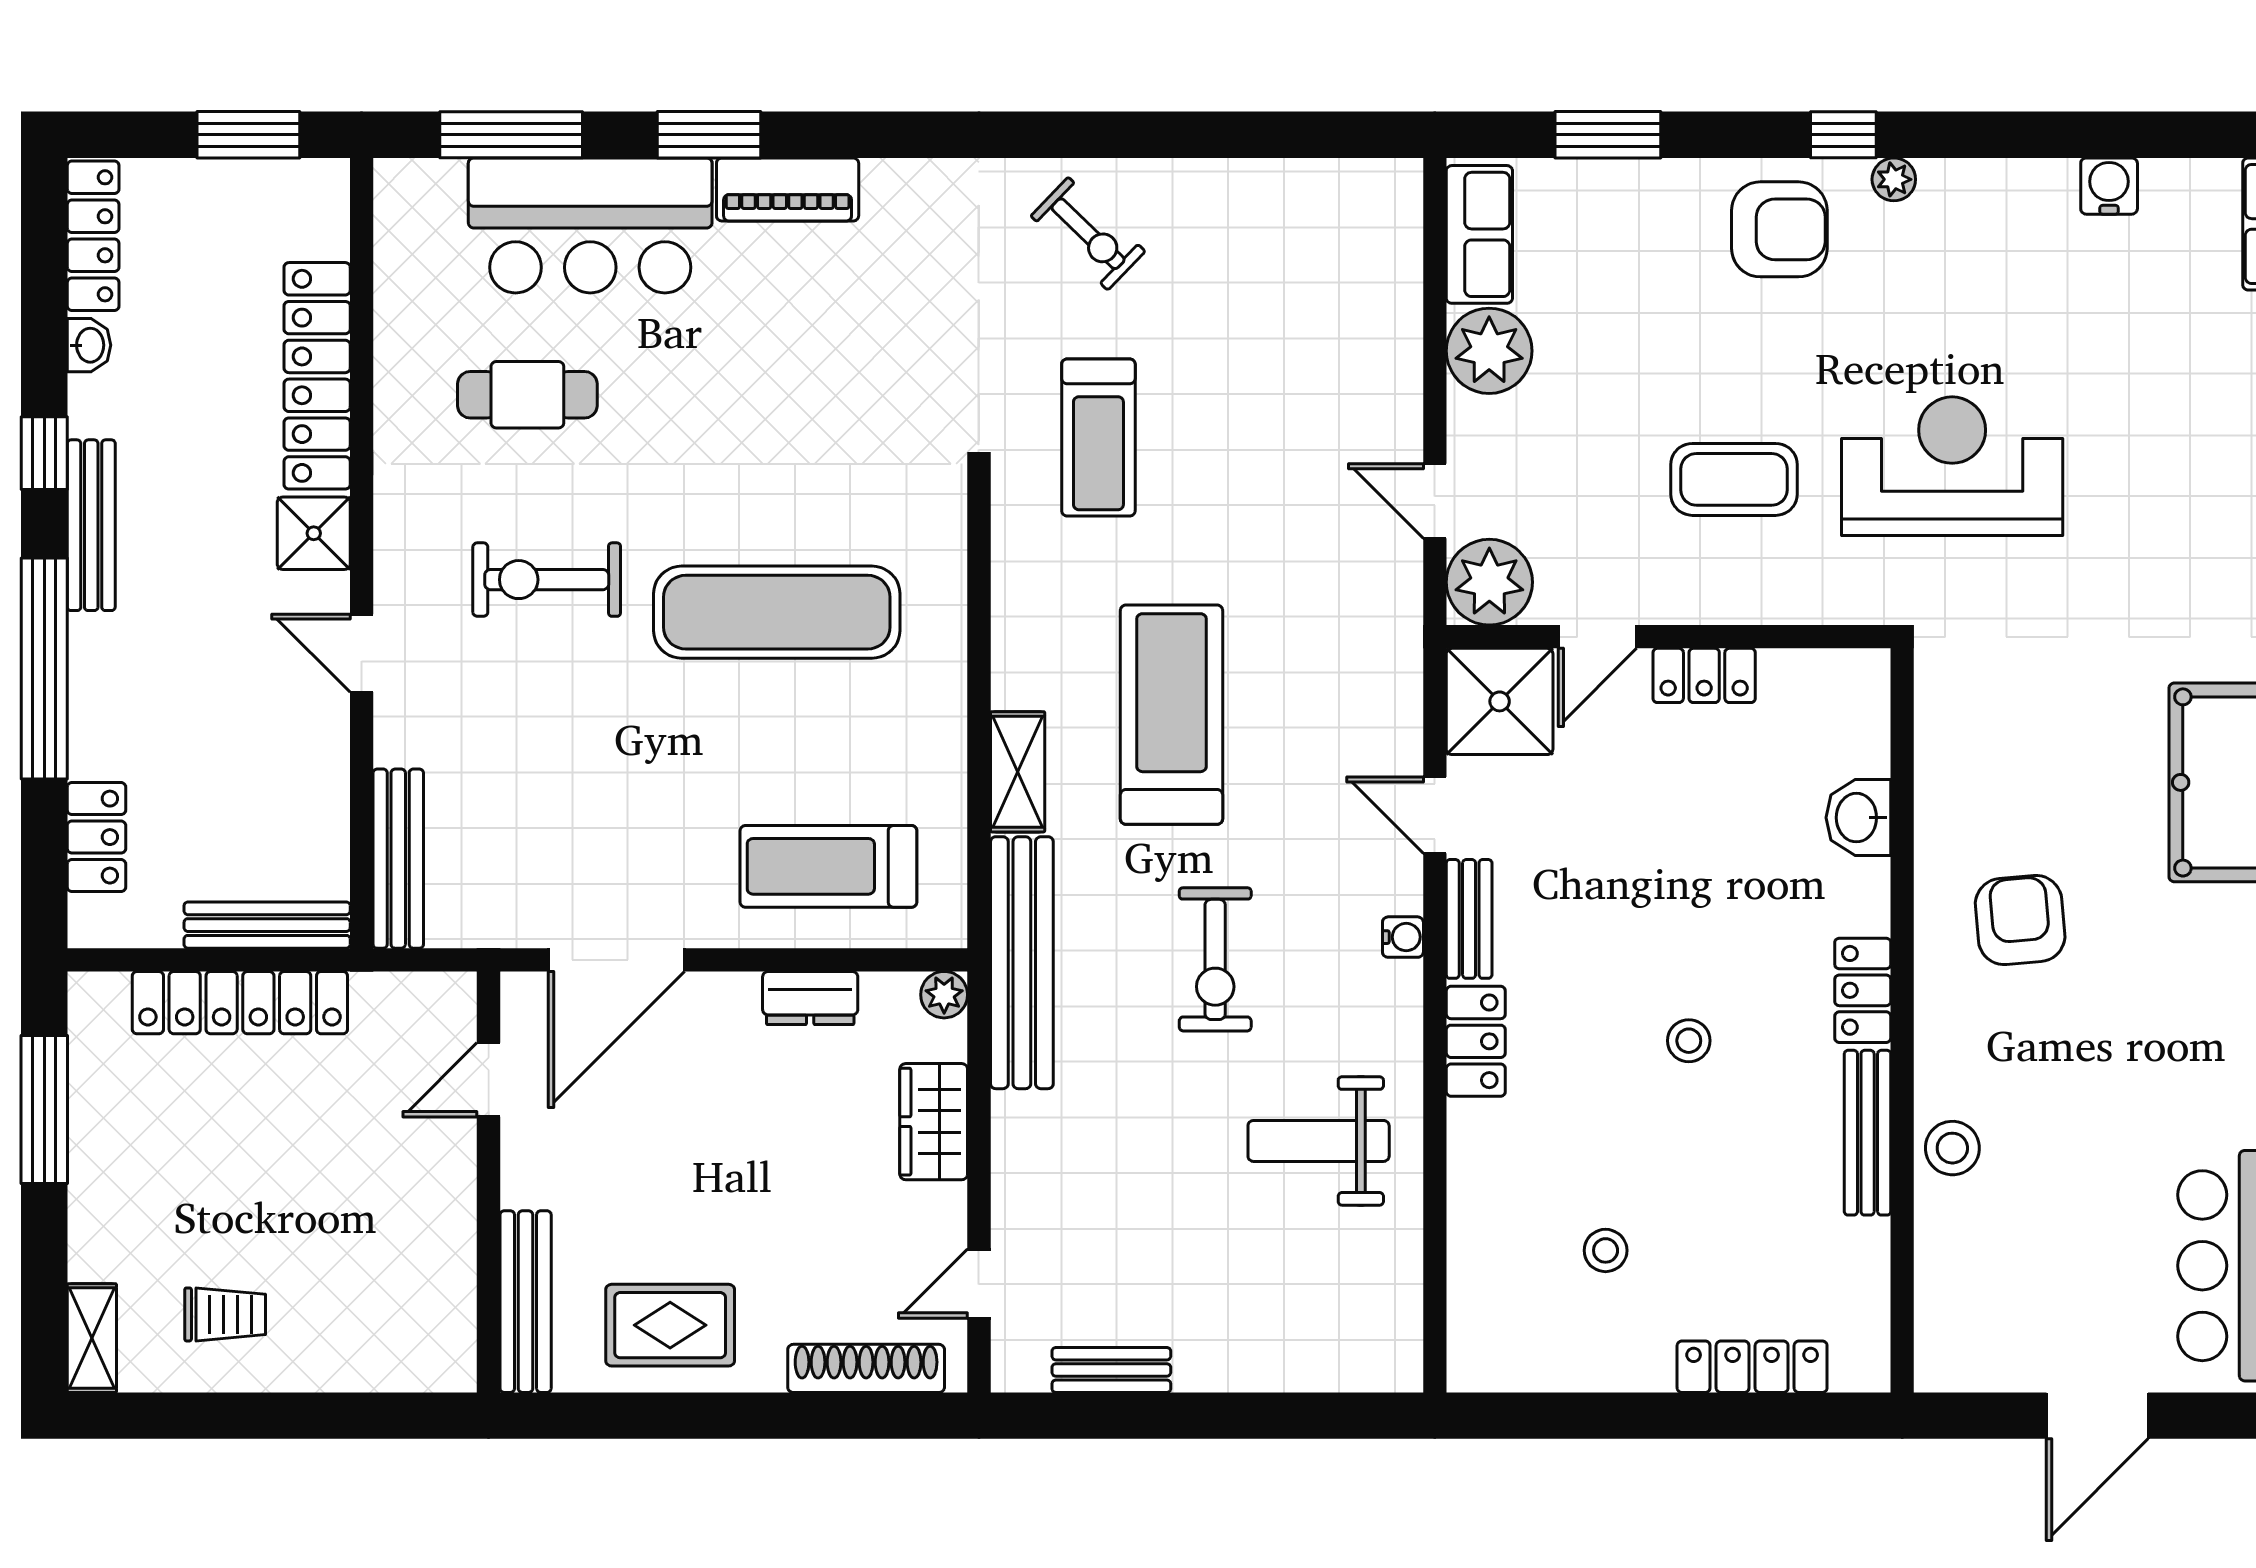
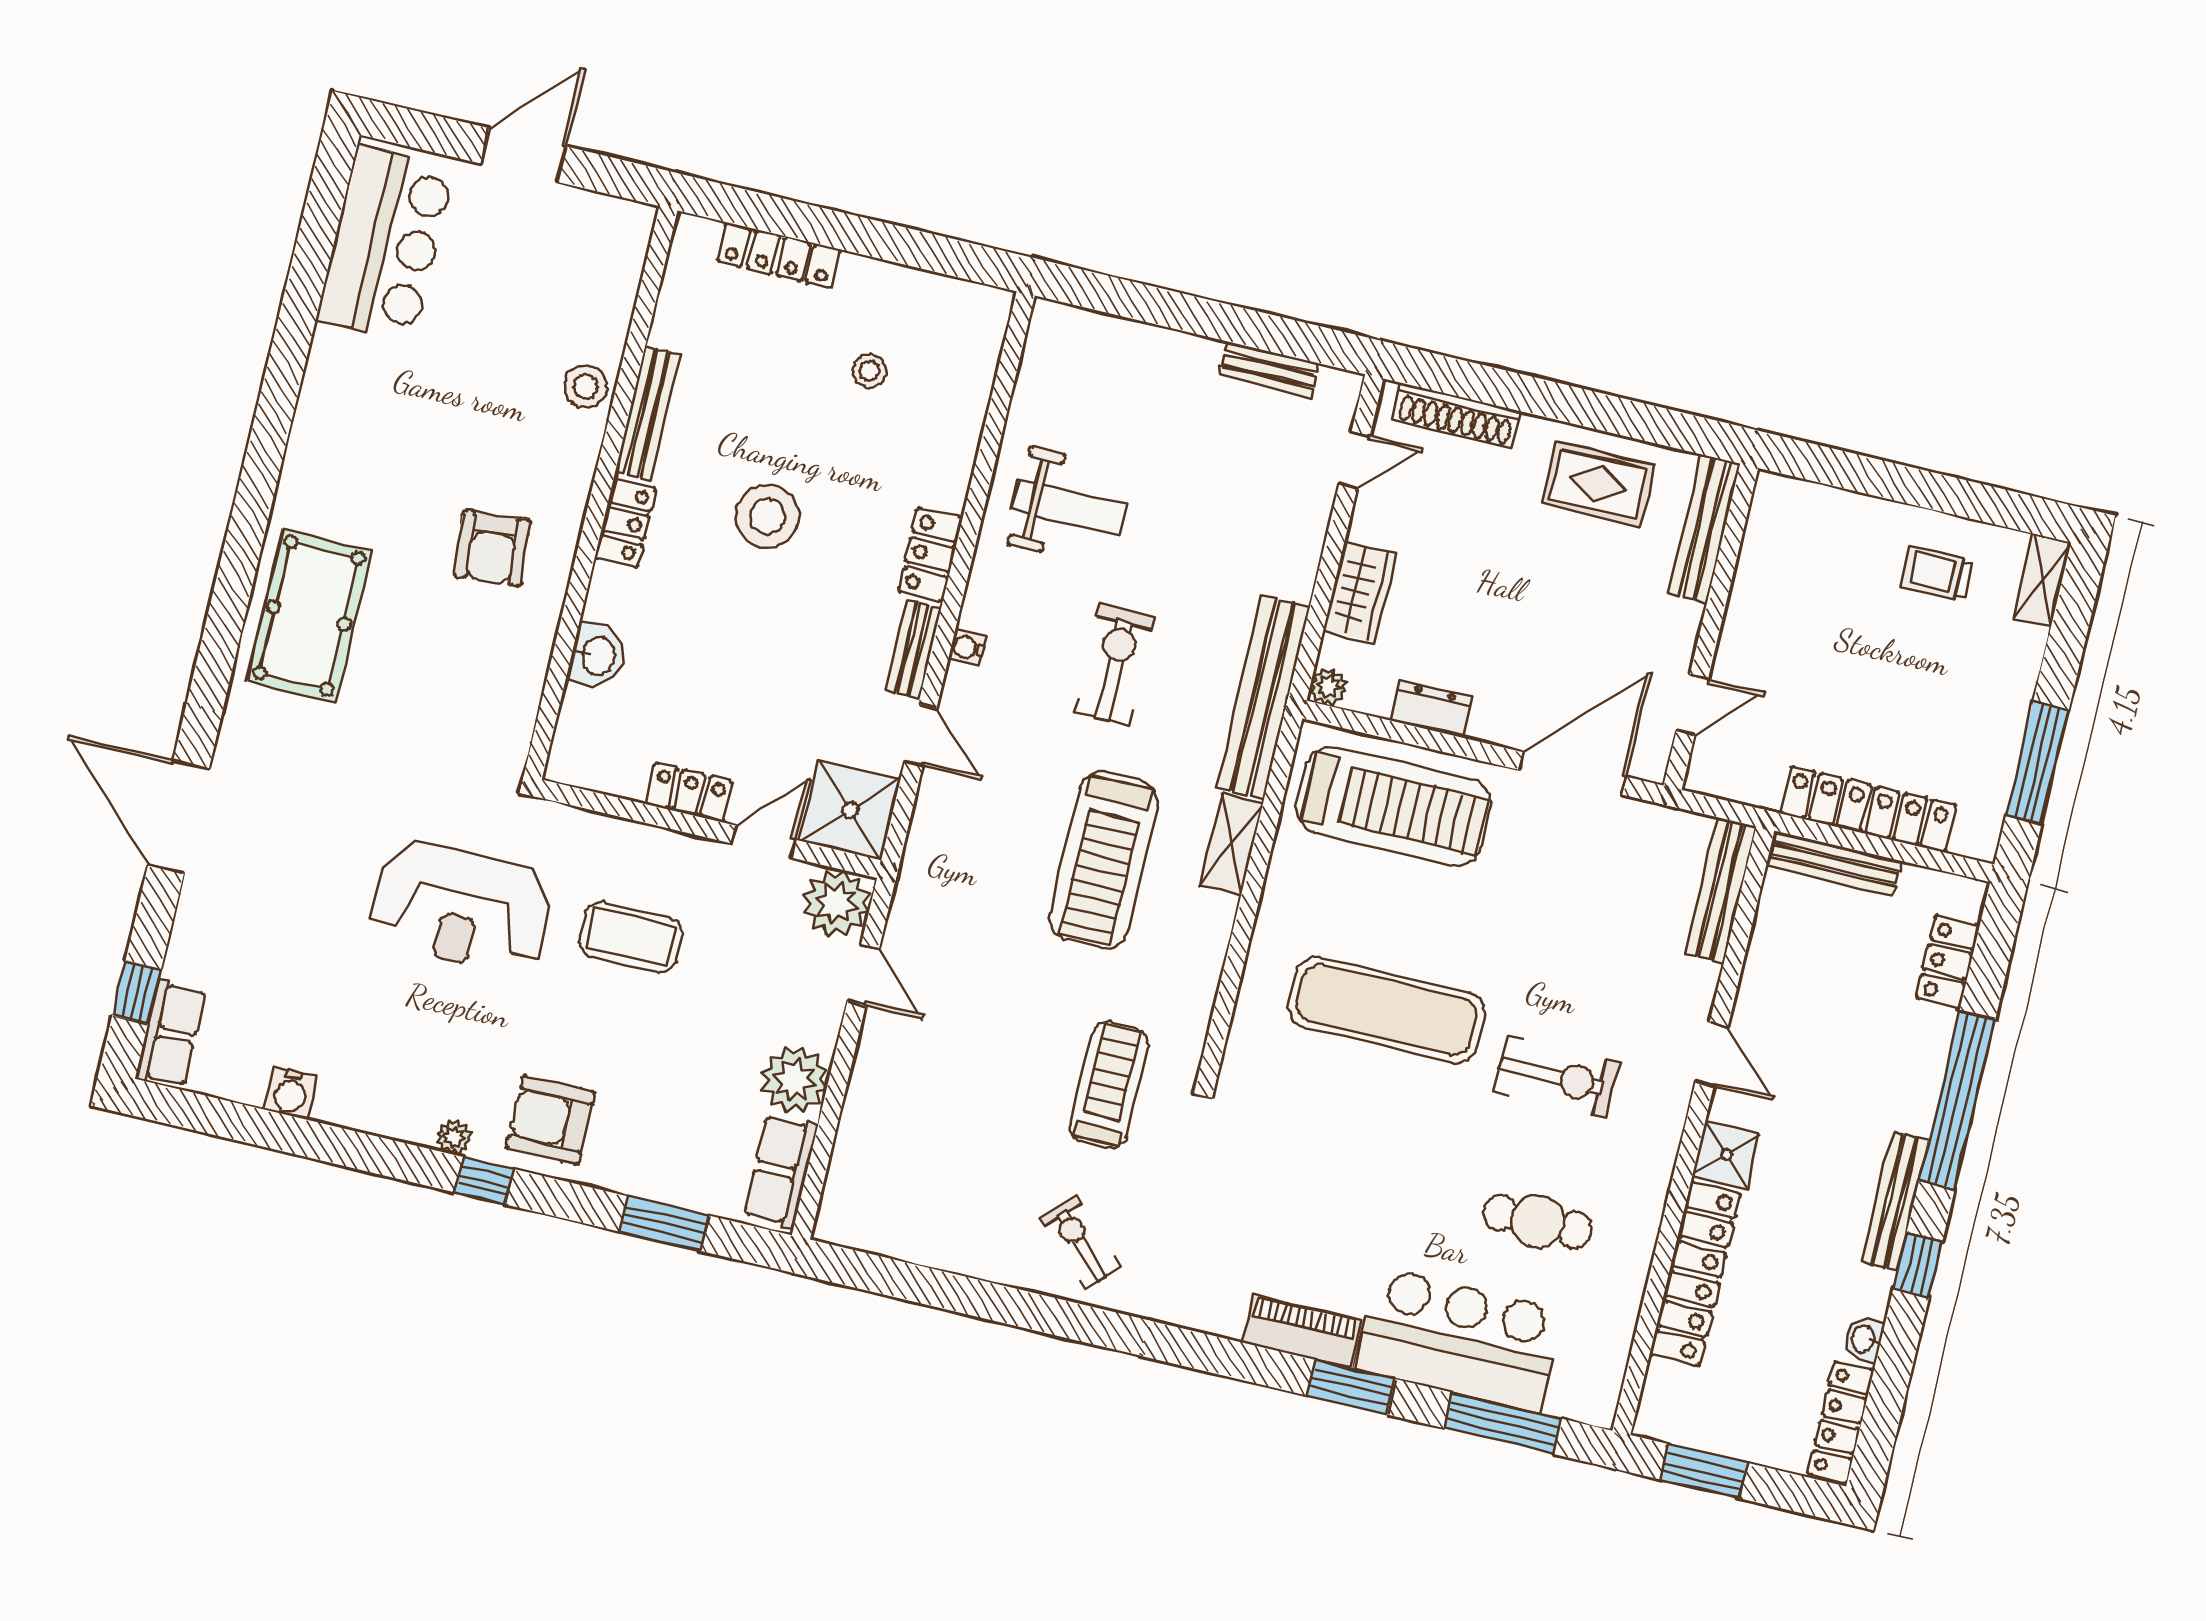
treadmill: (828, 866) -> (1394, 806), width x1.37, depth x1.38
stool: (1689, 1041) -> (767, 516), width x1.89, depth x1.89

